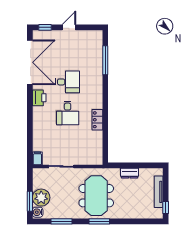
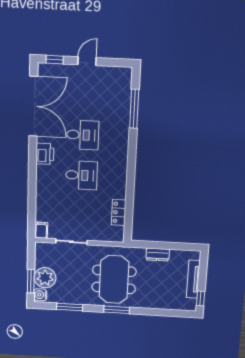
desk: (68, 113) -> (81, 175), turned -90
locker: (97, 120) -> (119, 212), moved

